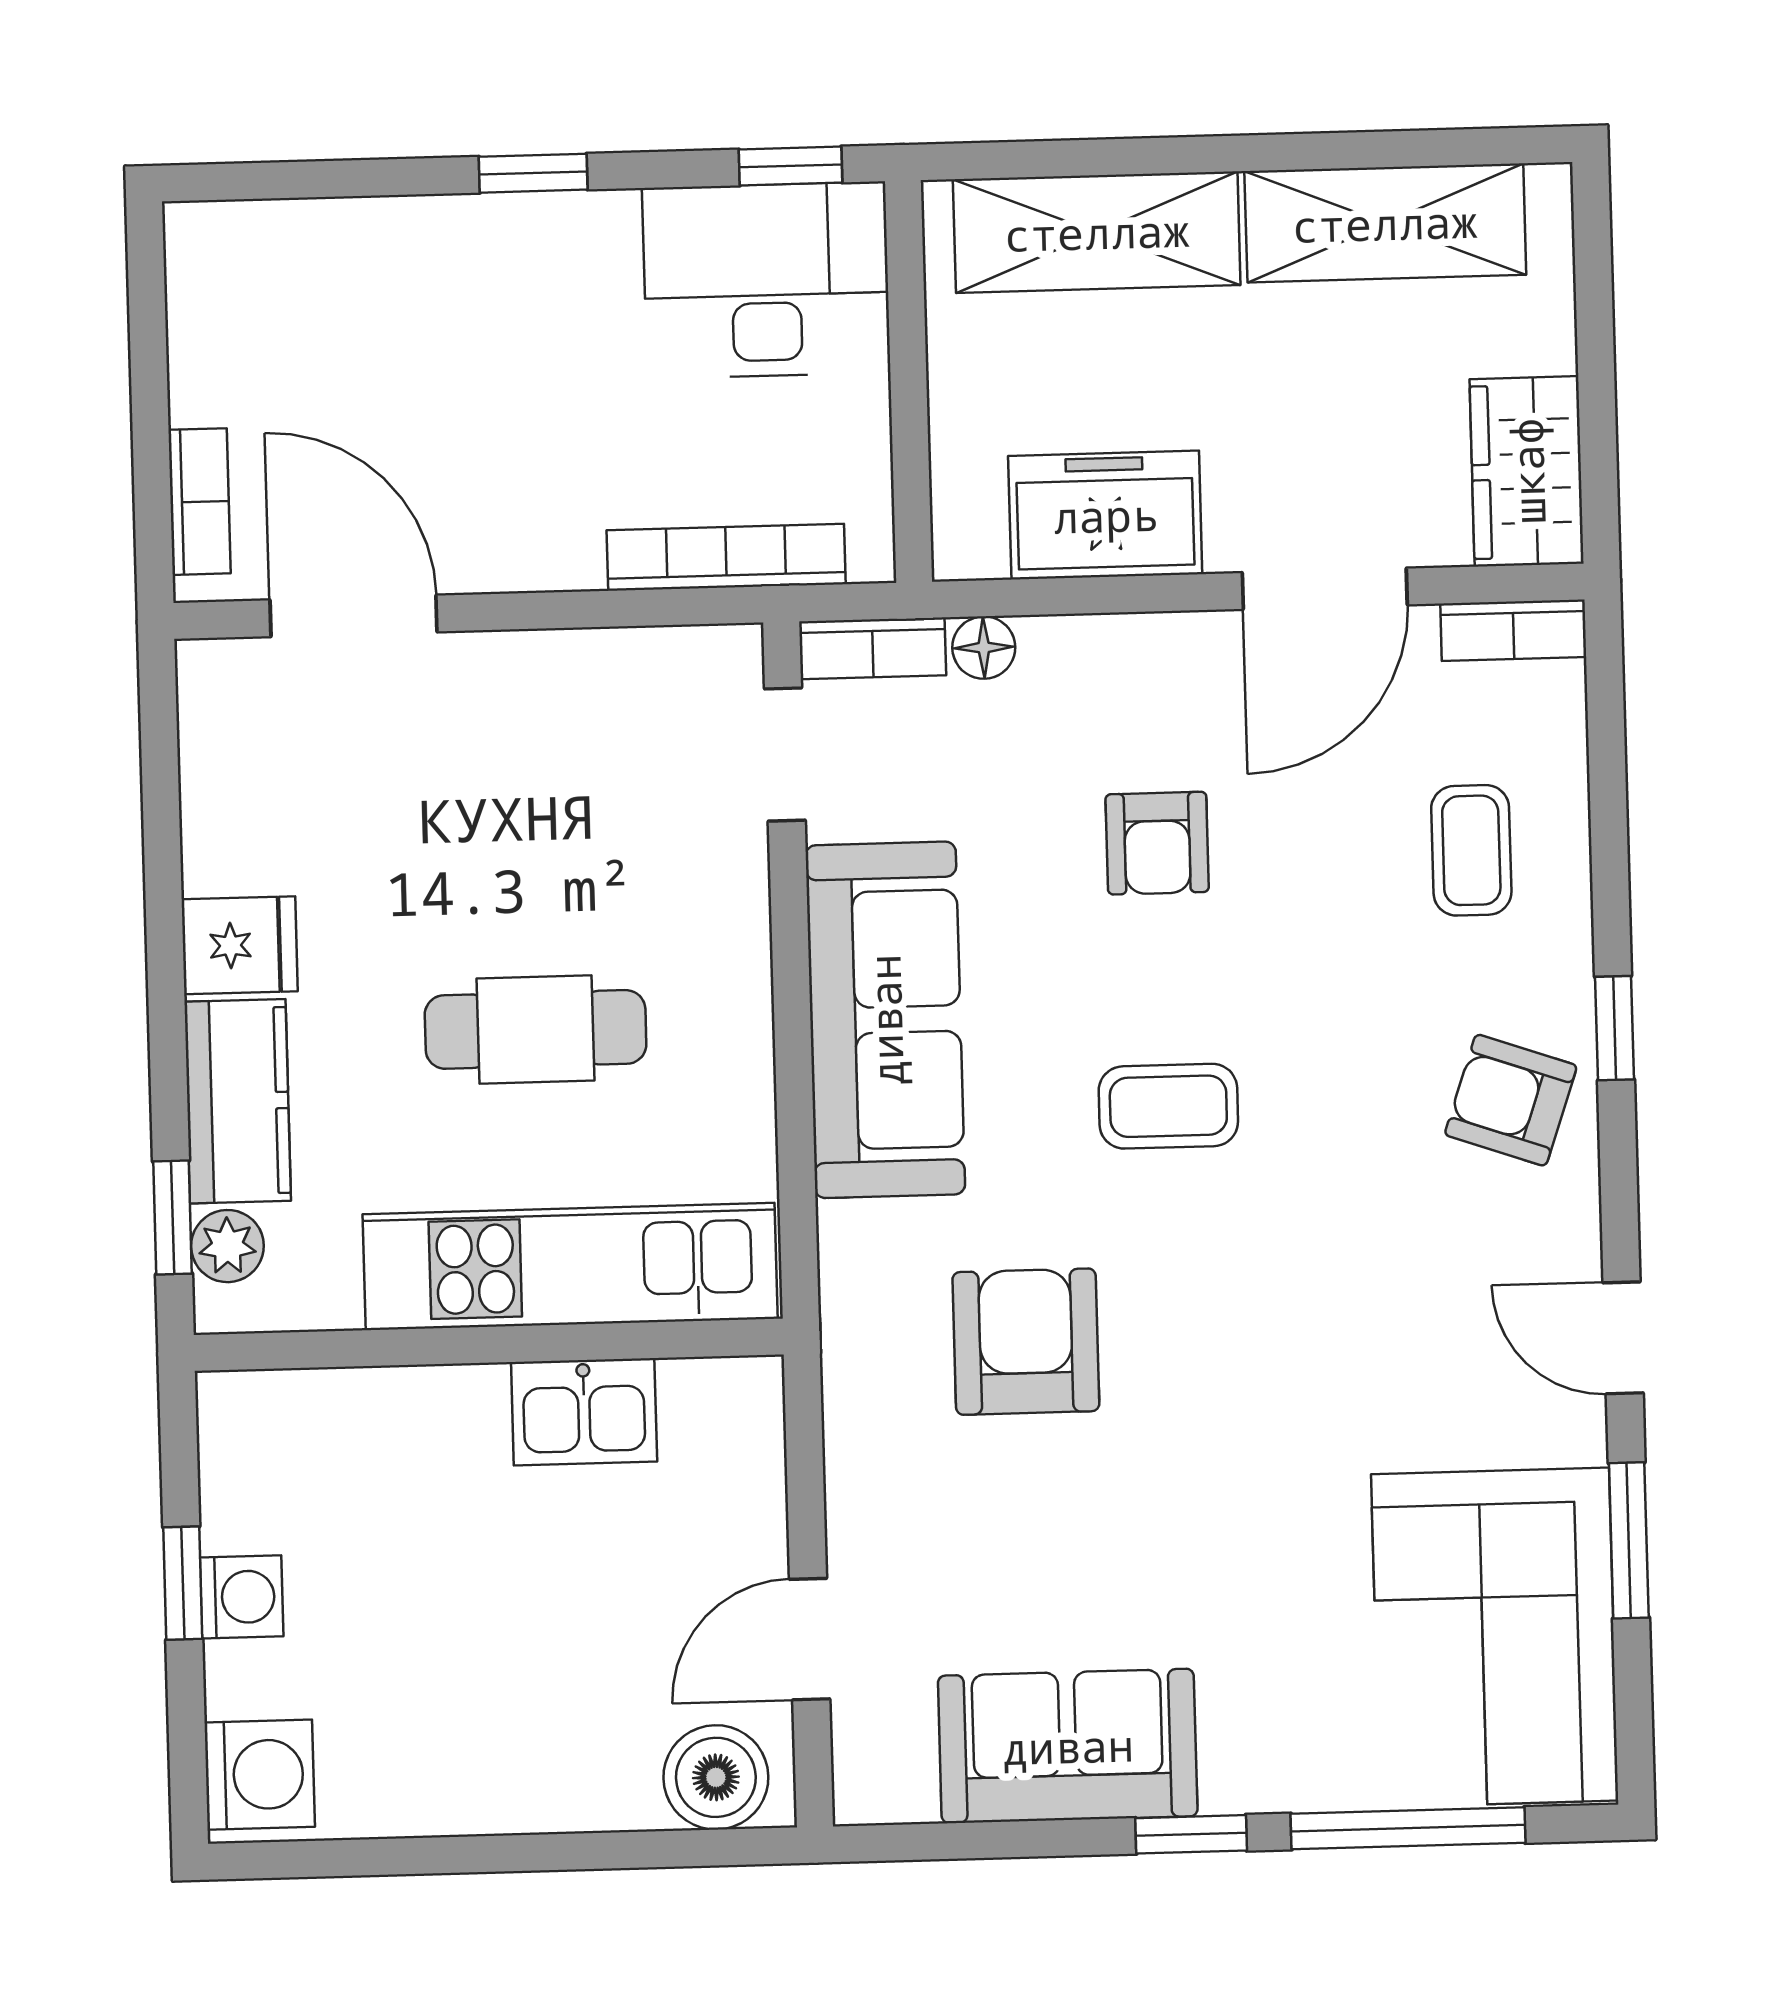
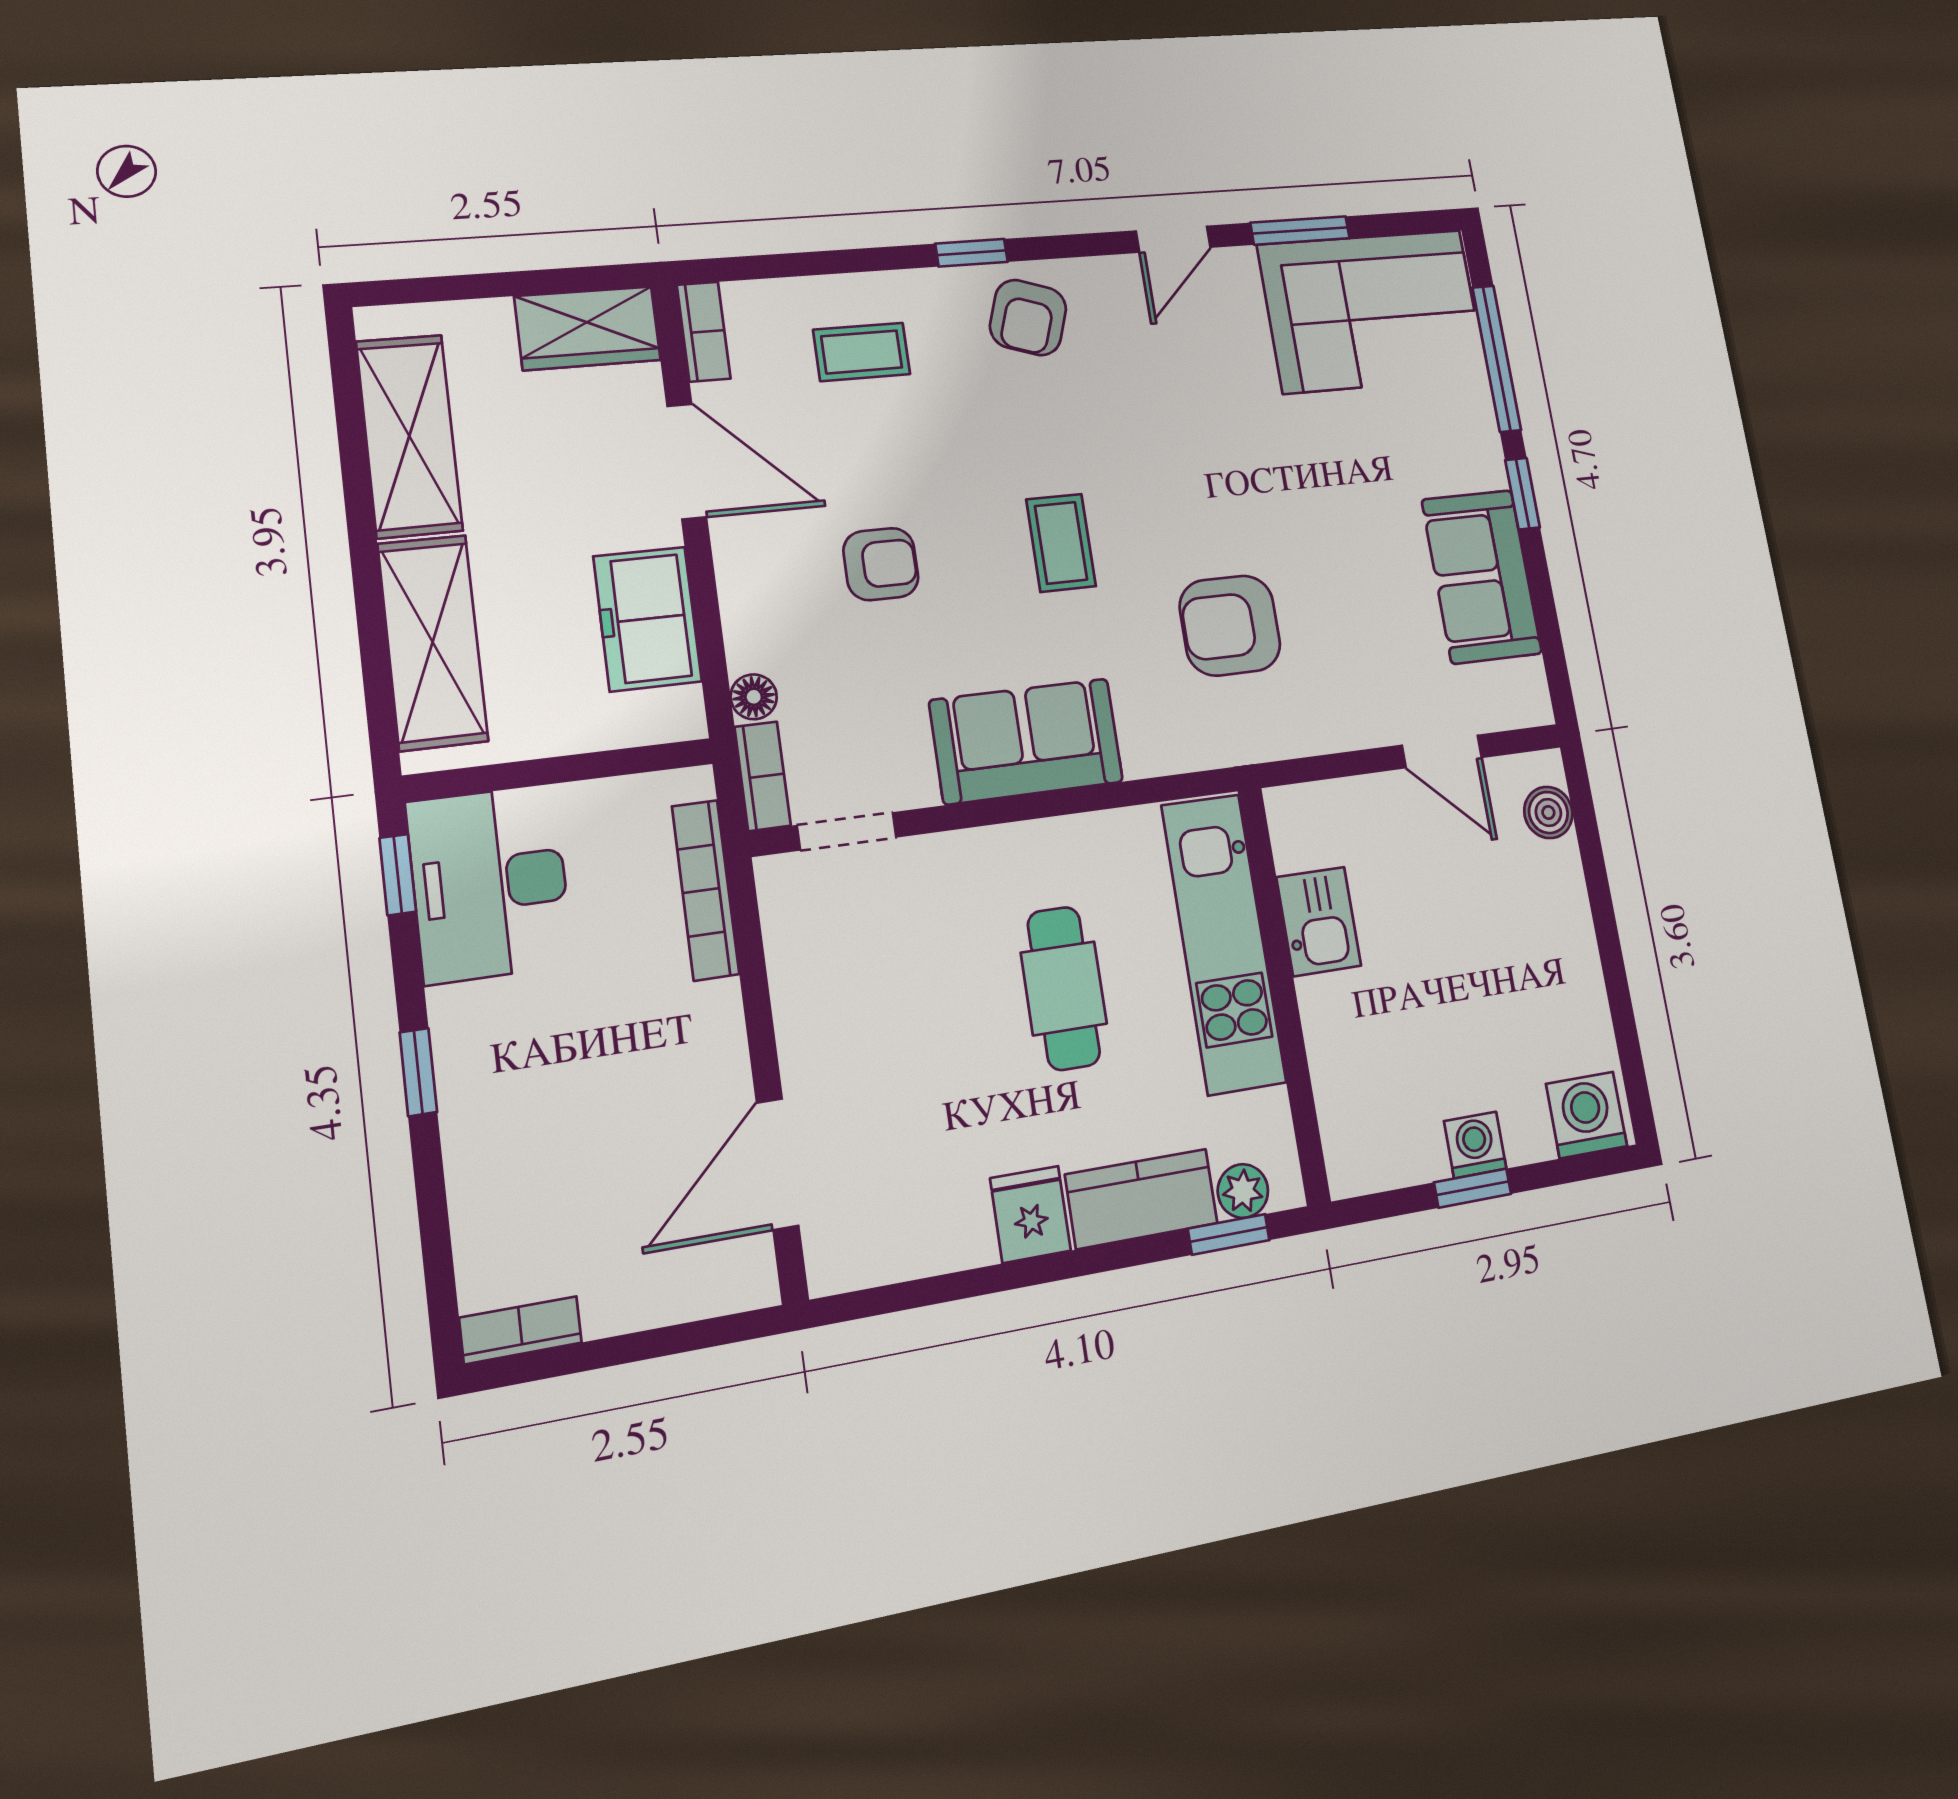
bookcase: (199, 502) -> (521, 1330), moved
sofa: (885, 1020) -> (1026, 741), width x0.73
boiler: (716, 1777) -> (1548, 812), width x0.73, depth x0.73

